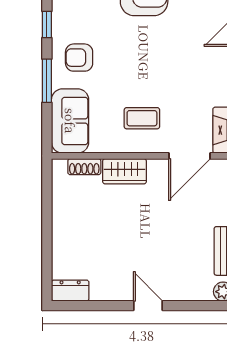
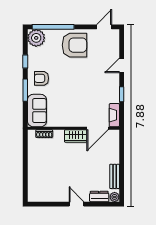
coffee table: (142, 118) -> (73, 109), removed
wardrobe: (124, 171) -> (76, 136), moved
dresser: (70, 291) -> (99, 196), moved

